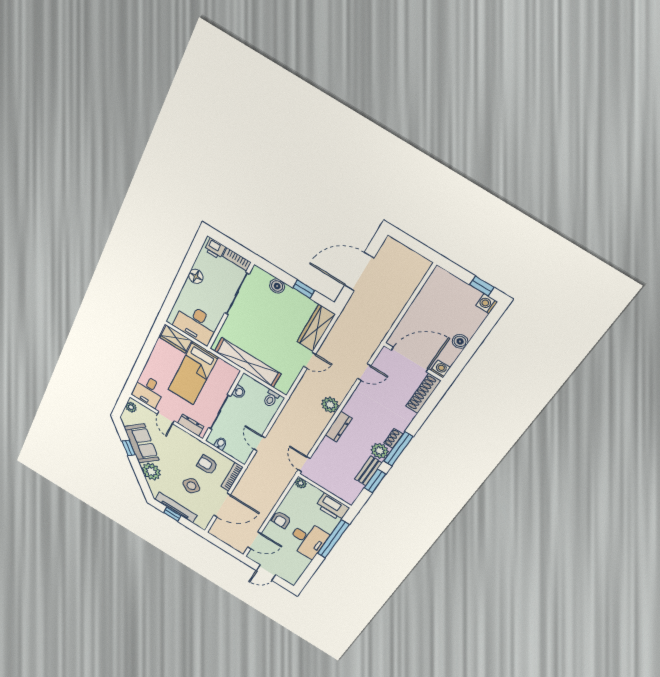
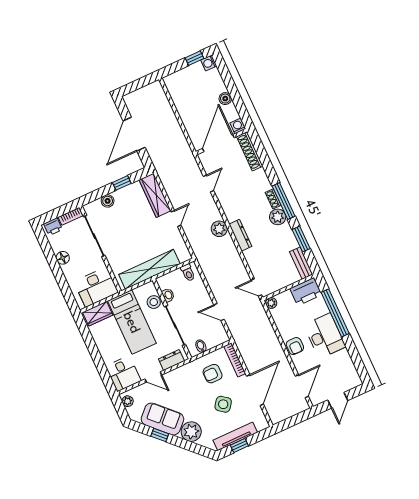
stool: (224, 383) -> (154, 302), added
bench: (368, 471) -> (301, 263), moved

